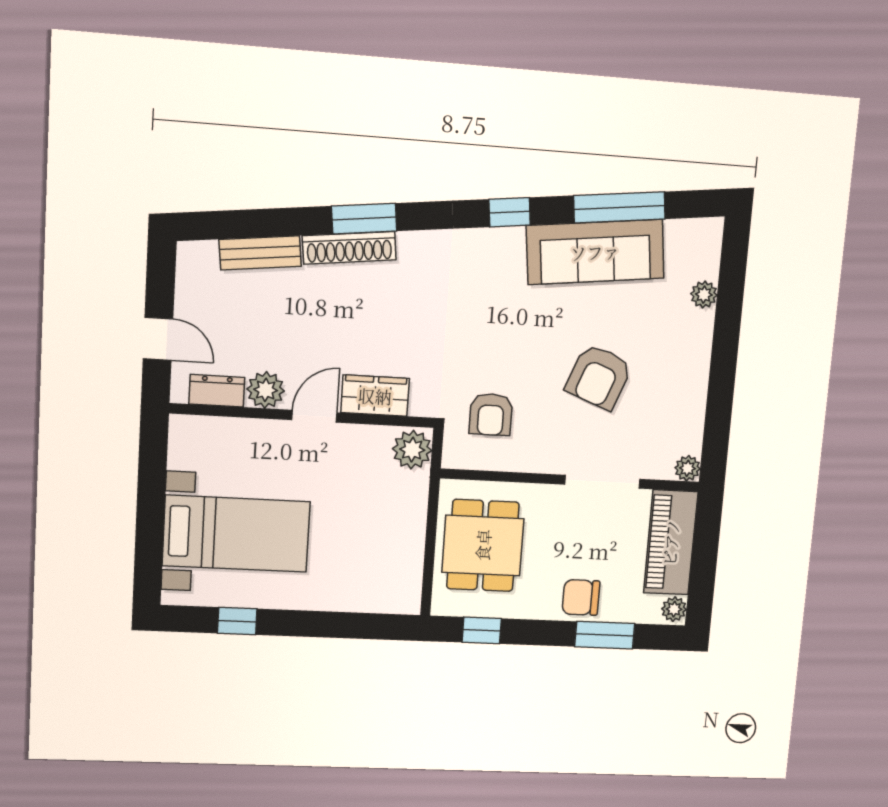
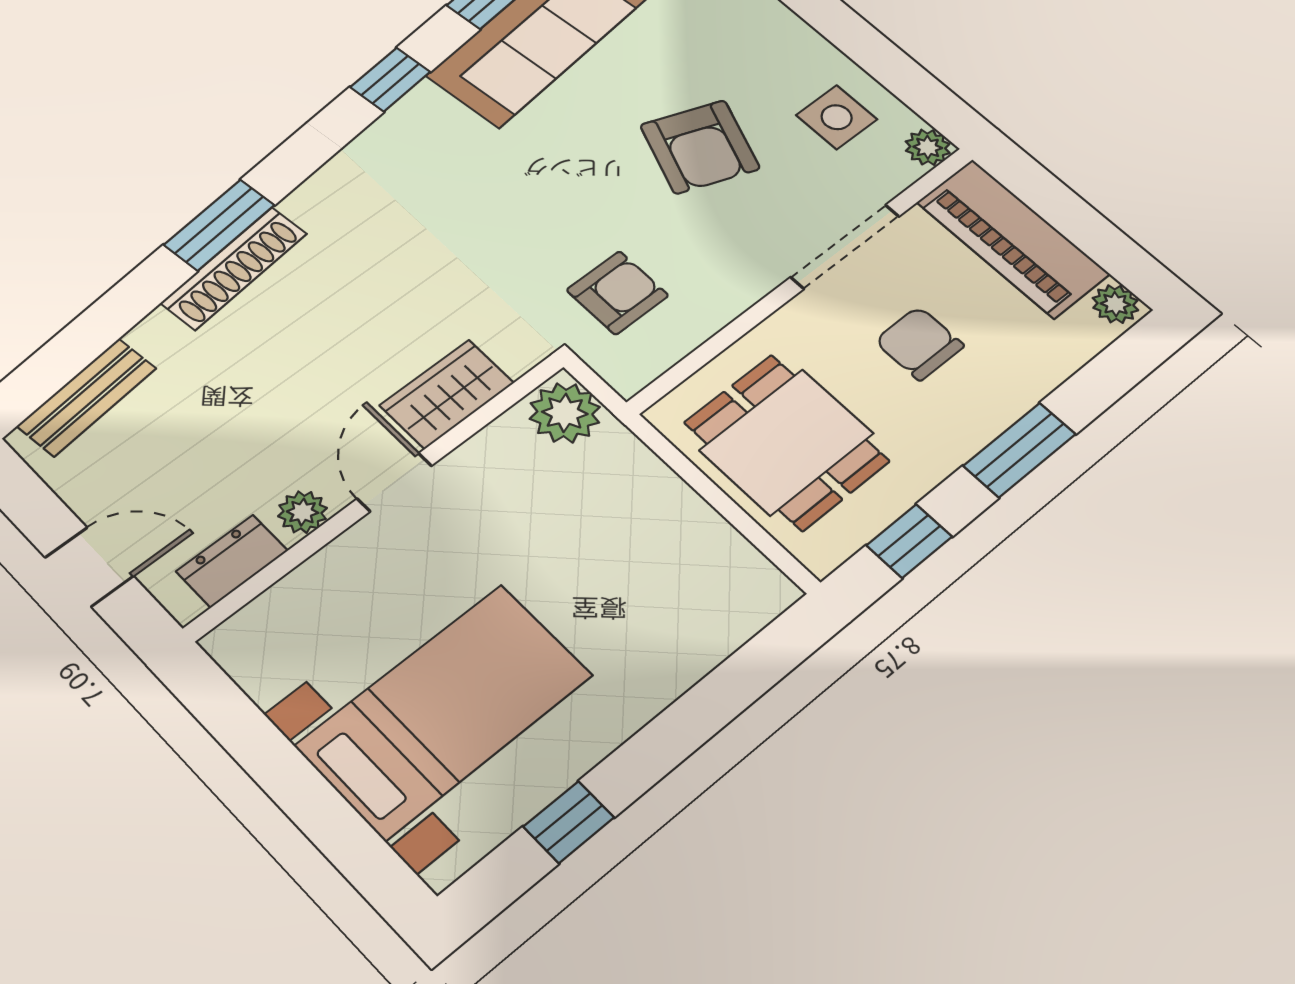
bench: (260, 253) -> (87, 397), moved
plant: (266, 390) -> (303, 512), width x0.73, depth x0.73
armchair: (491, 414) -> (617, 293), turned -90
side table: (669, 418) -> (837, 117), added
chair: (581, 597) -> (919, 343), moved, turned 90
window: (605, 635) -> (1020, 450), moved

